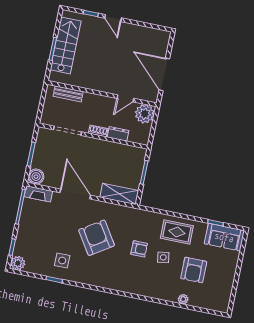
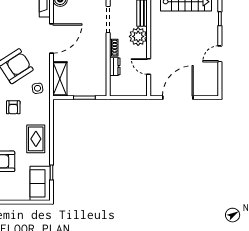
door: (113, 18) -> (220, 54), moved
plant: (145, 114) -> (138, 36), moved
side table: (163, 257) -> (38, 88), moved

